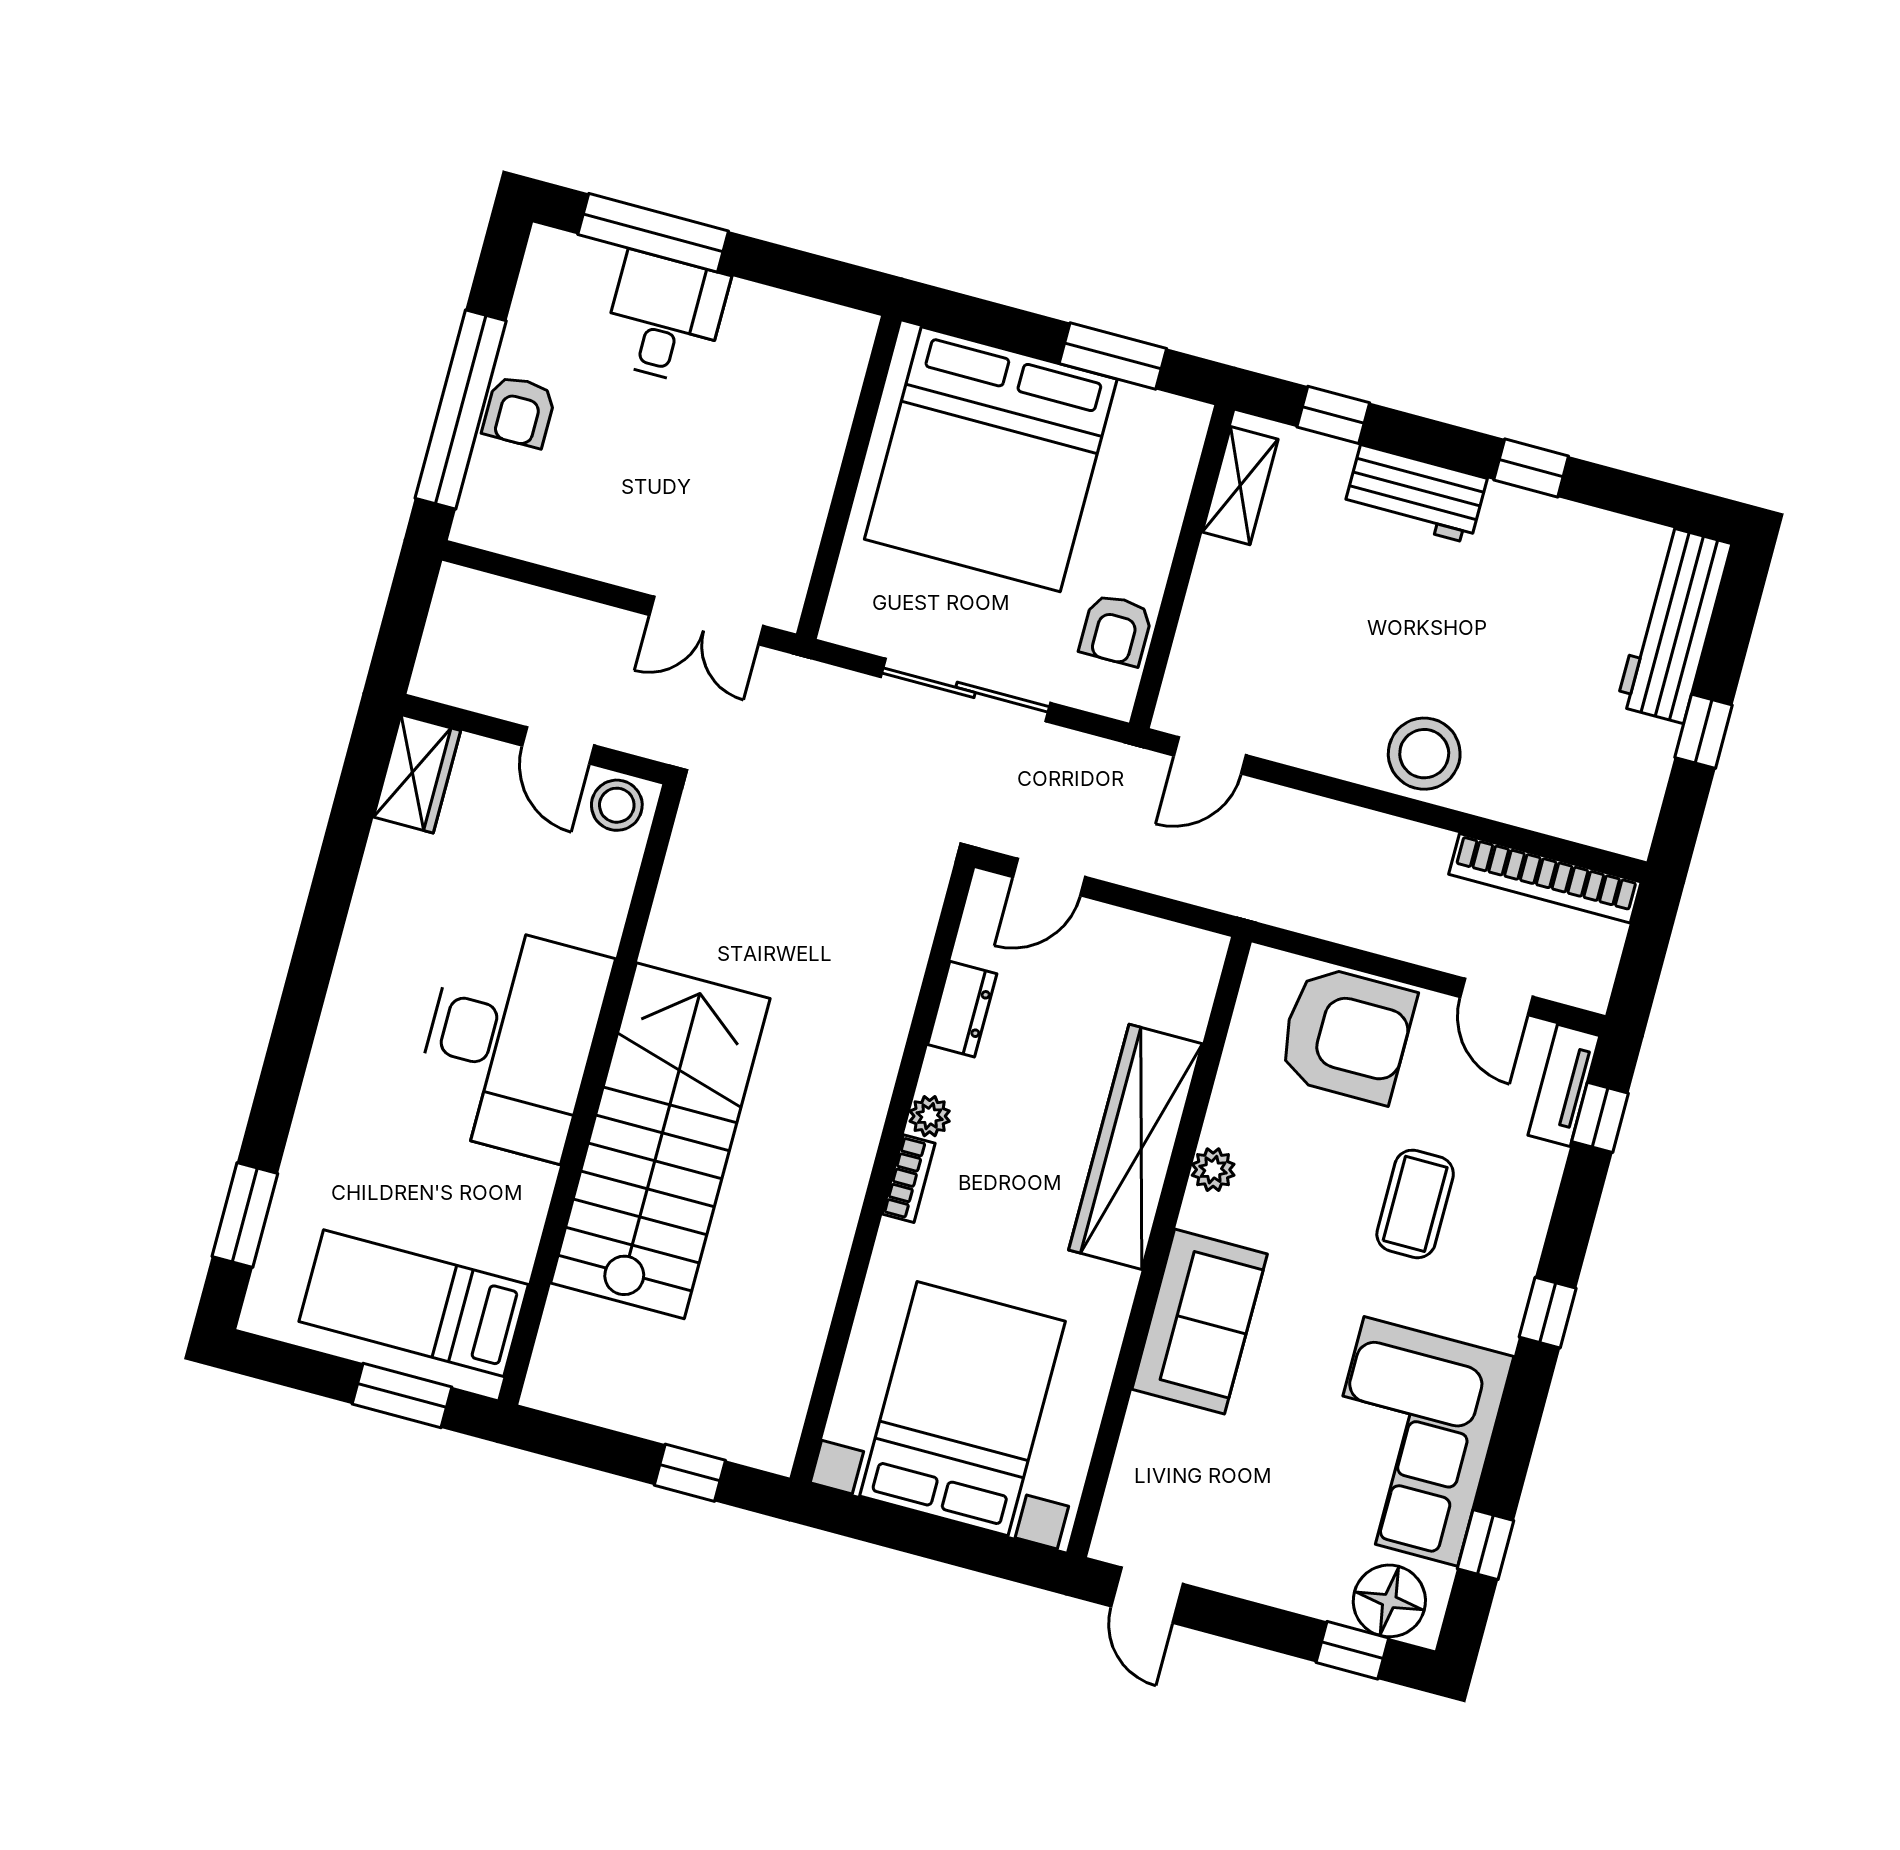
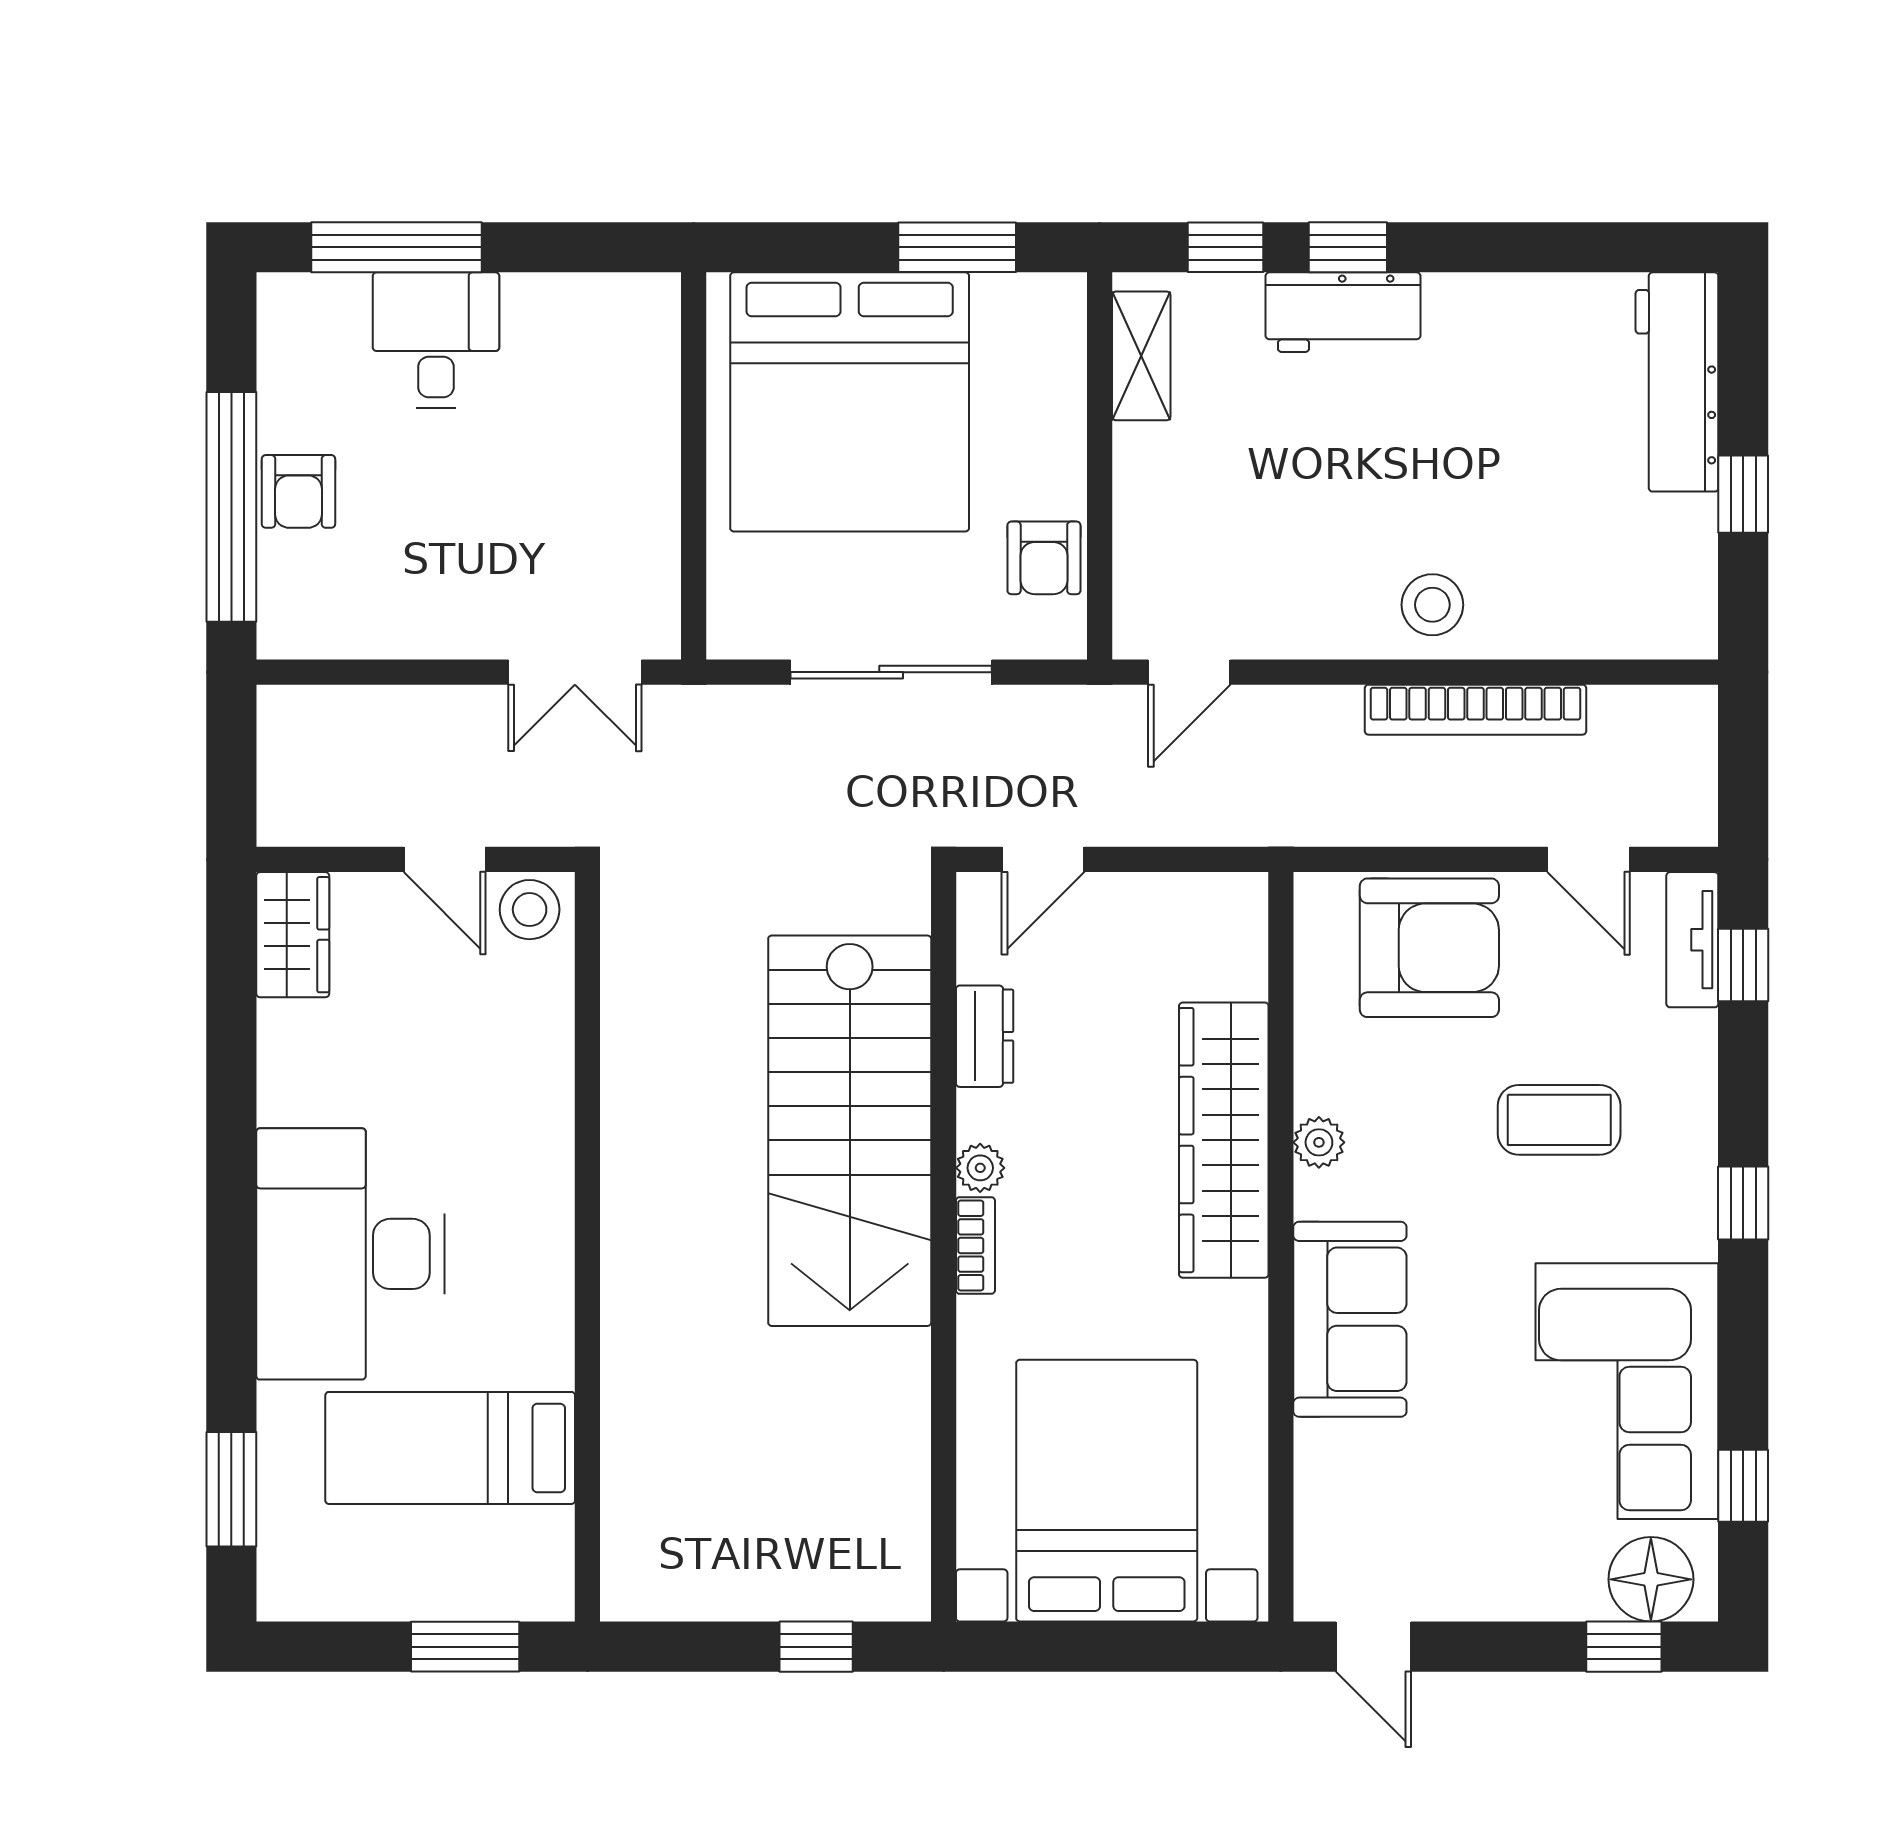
window: (1531, 468) -> (1348, 247), moved
stool: (1424, 754) -> (1432, 605), width x0.73, depth x0.73
bookcase: (1545, 878) -> (1476, 710), moved
desk: (511, 1041) -> (351, 1254), moved, turned 180
stairs: (660, 1141) -> (850, 1131), moved, turned 180
coffee table: (1415, 1204) -> (1559, 1120), turned 90
bed: (414, 1303) -> (450, 1448), moved

